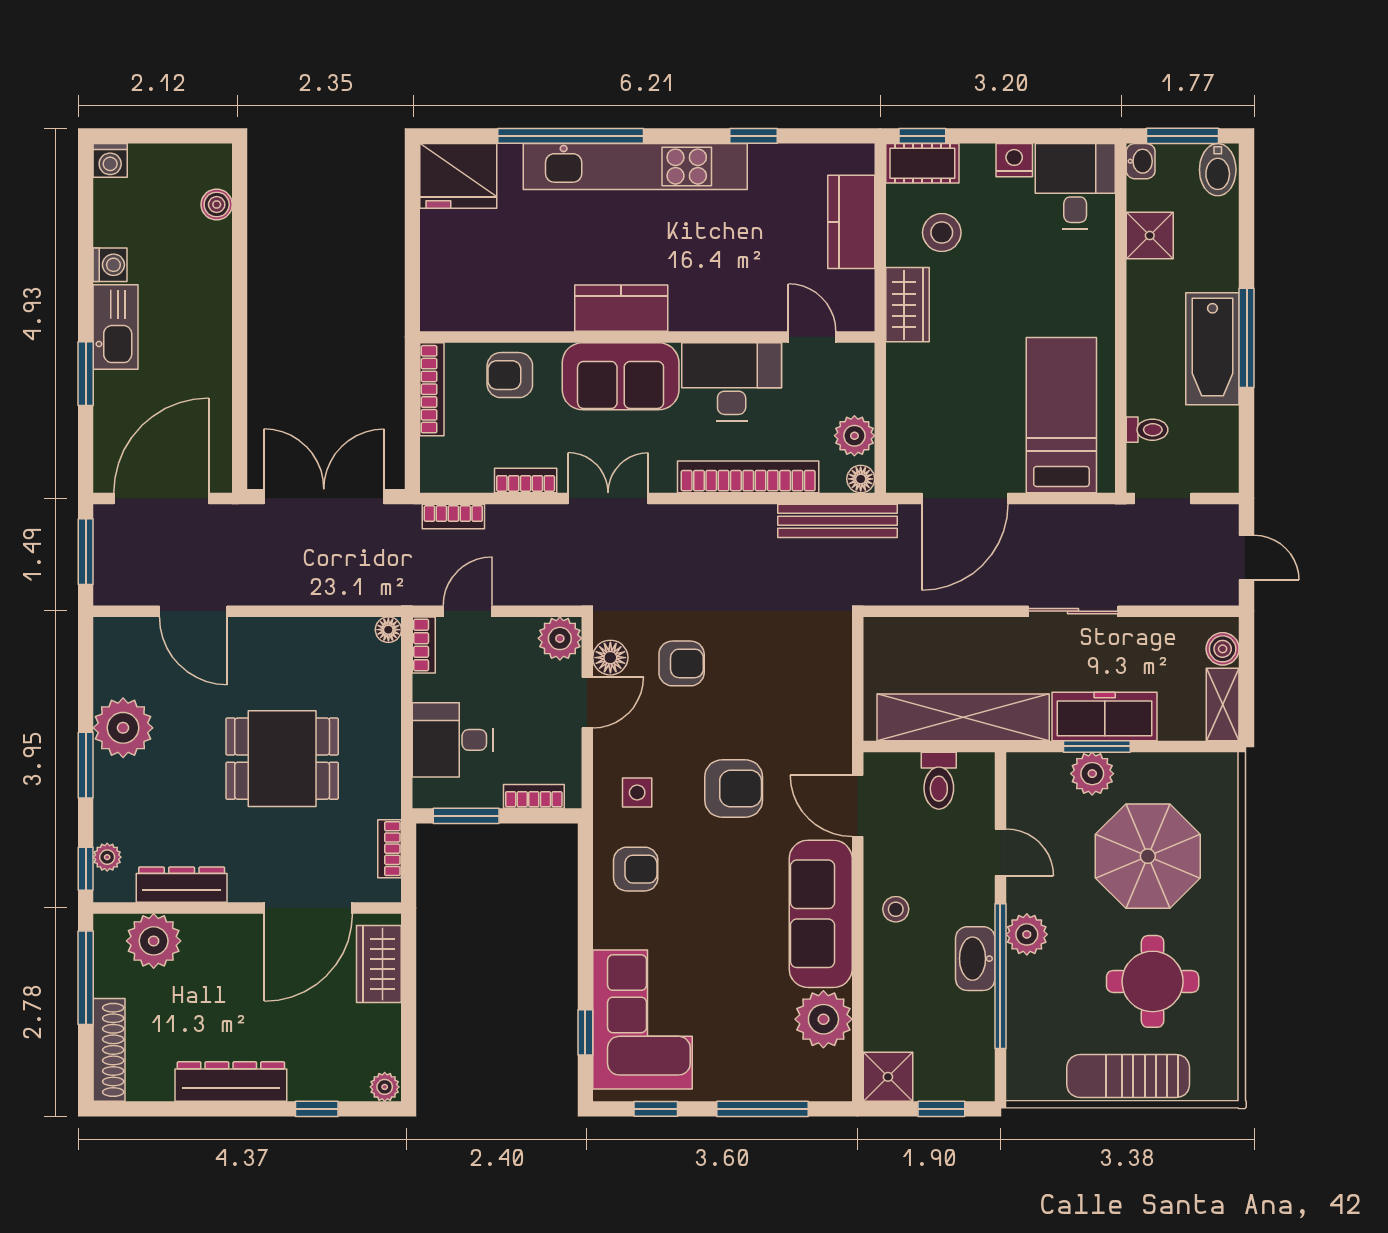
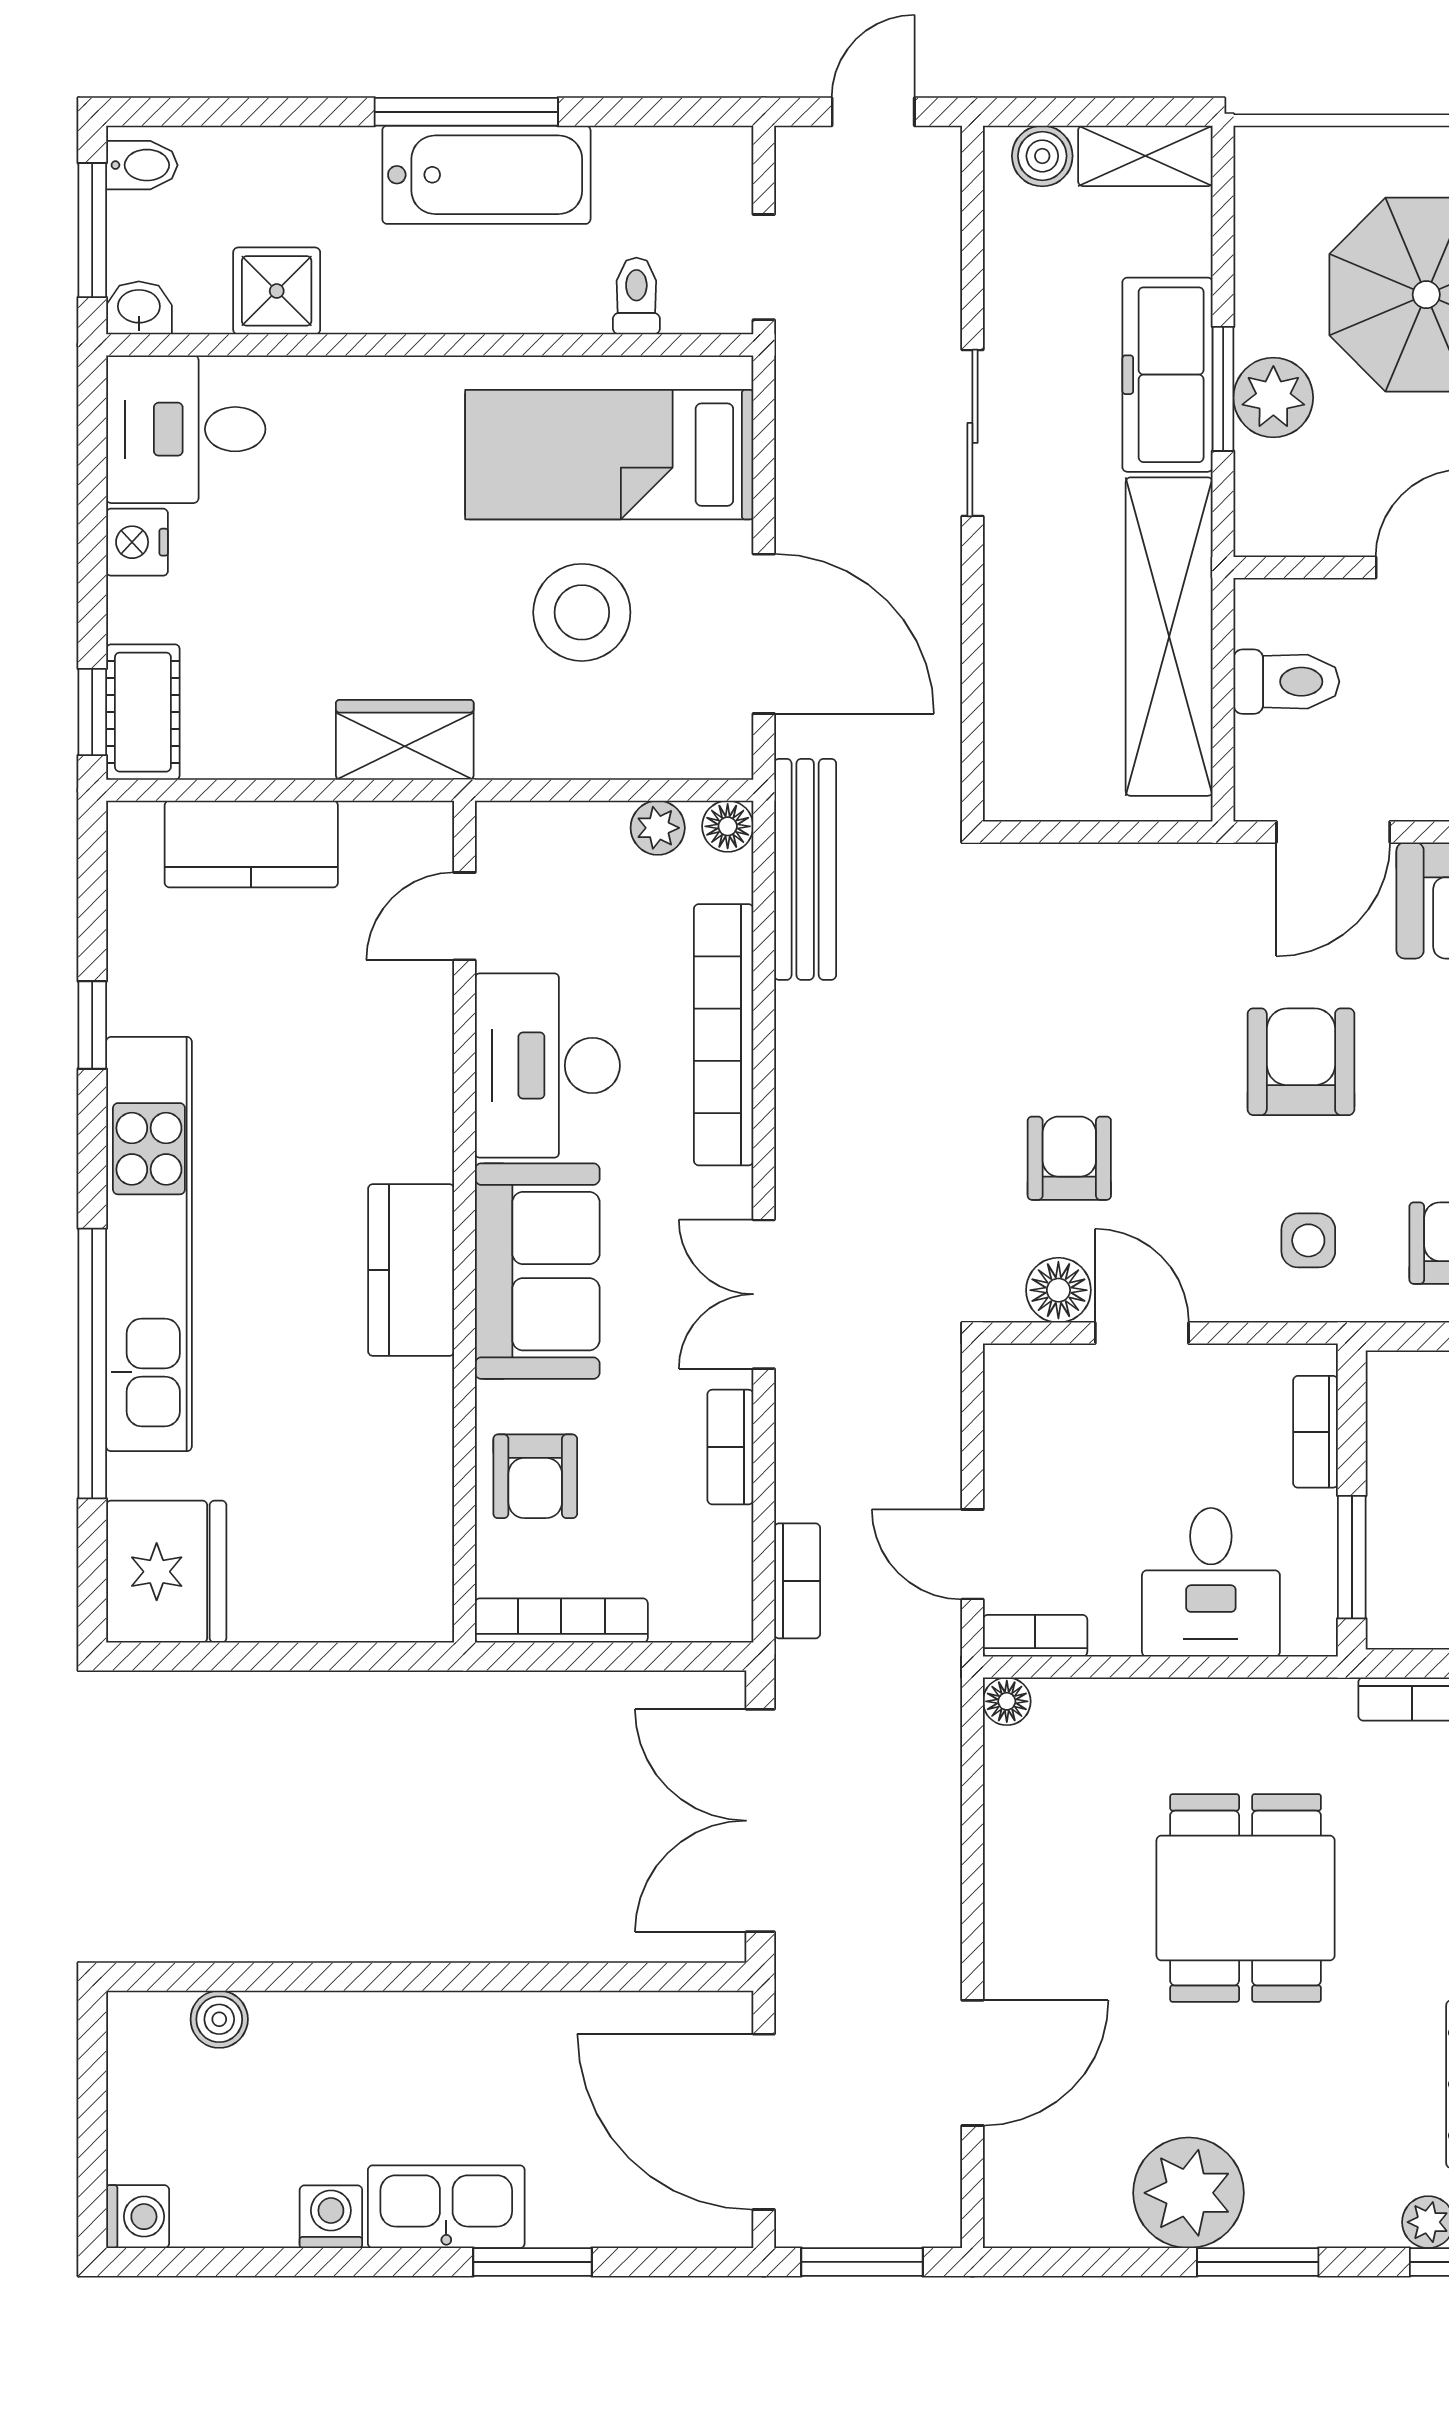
bidet: (1218, 170) -> (142, 165), width x0.72, depth x0.74
stool: (942, 233) -> (582, 612), moved, width x1.38, depth x1.38
plant: (854, 436) -> (658, 828), width x0.73, depth x0.73
plant: (560, 638) -> (1023, 1384), removed

